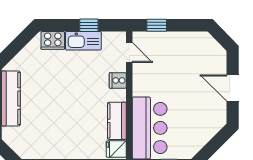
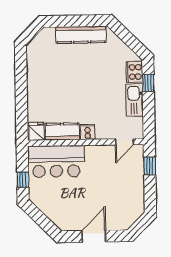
window: (89, 25) -> (148, 83), moved
cooker: (118, 80) -> (88, 132), moved

